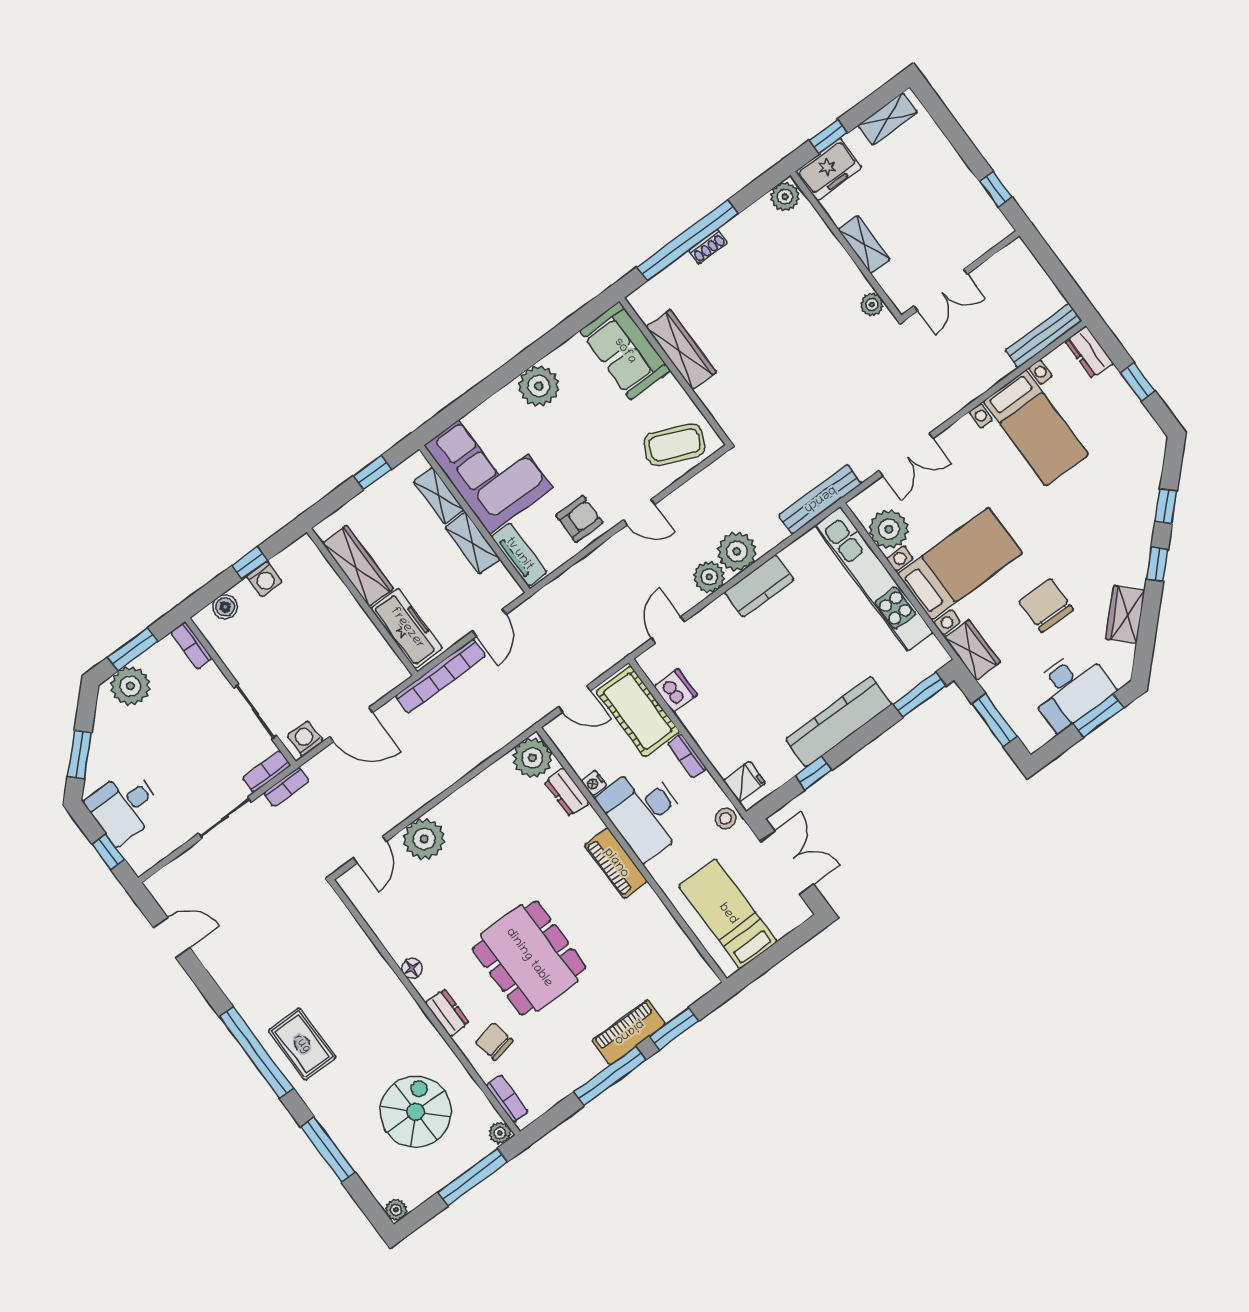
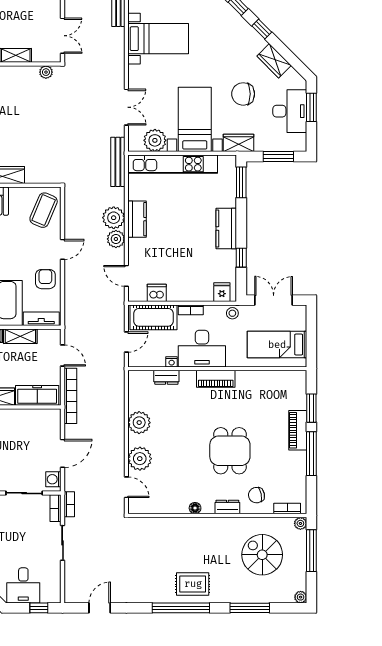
kitchen counter: (839, 722) -> (226, 229), width x0.67
plant: (532, 758) -> (139, 423), moved
dining table: (529, 958) -> (230, 451), width x0.73

